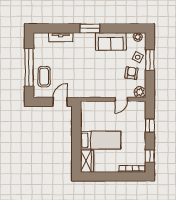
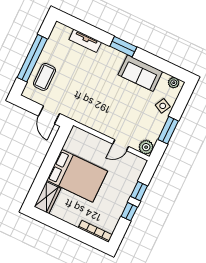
window: (150, 60) -> (168, 130), moved
armchair: (131, 73) -> (147, 121), removed
door: (60, 102) -> (49, 115), swing flipped
bed: (101, 140) -> (77, 176), width x1.50
window: (150, 156) -> (129, 212), moved

